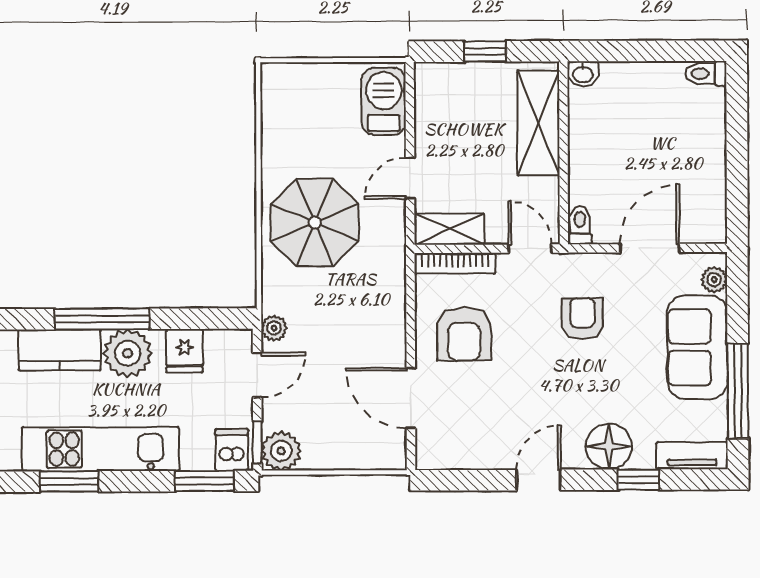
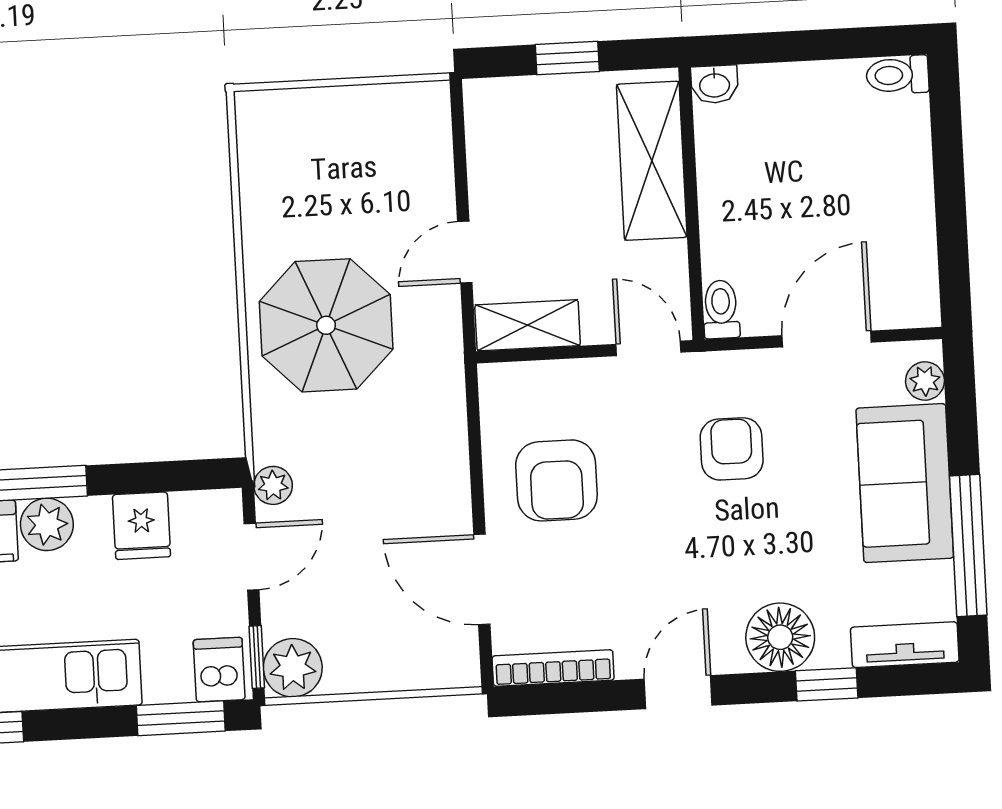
barbecue: (384, 101) -> (420, 140), removed
bookcase: (455, 263) -> (553, 668), moved, turned 180
plant: (128, 353) -> (47, 524), width x0.73, depth x0.73

